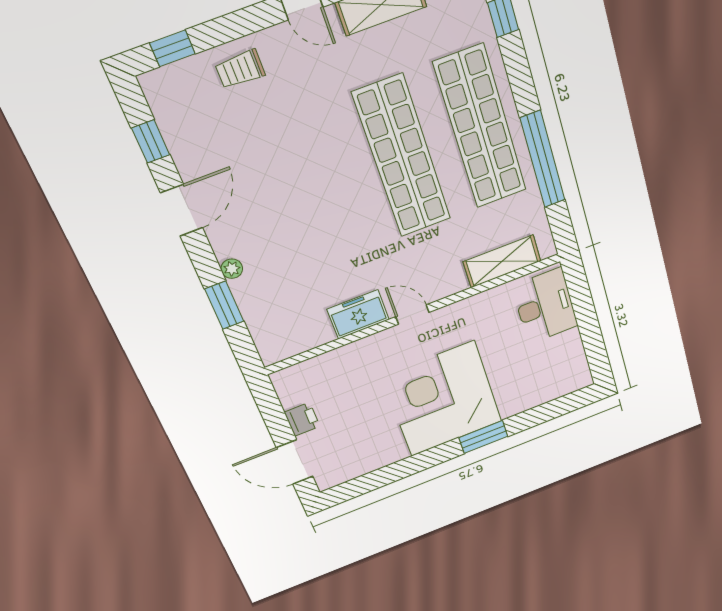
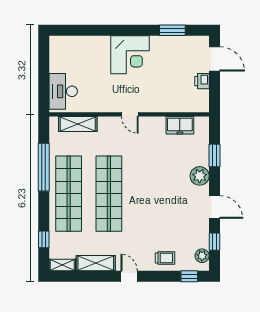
plant: (164, 103) -> (202, 256), added
door: (182, 210) -> (214, 207), swing flipped
plant: (232, 269) -> (200, 176), width x1.87, depth x1.87
freezer: (358, 314) -> (180, 125), moved
corner desk: (443, 399) -> (130, 55), width x0.74, depth x0.74
window: (483, 437) -> (172, 30), moved

